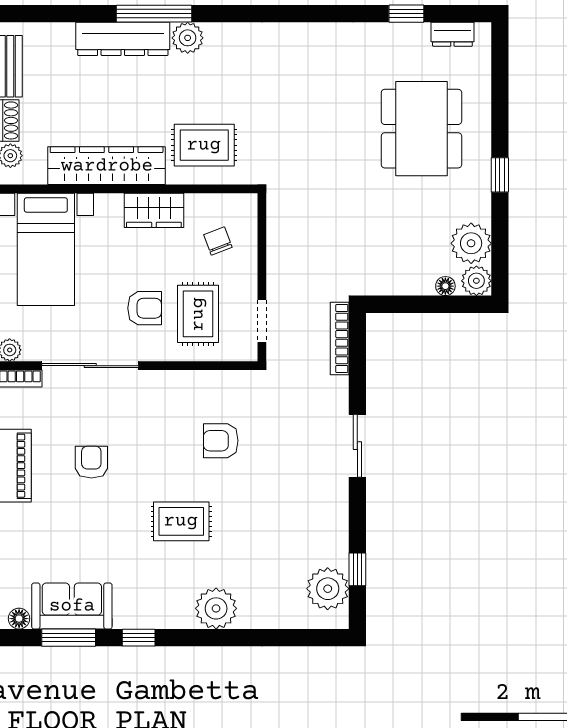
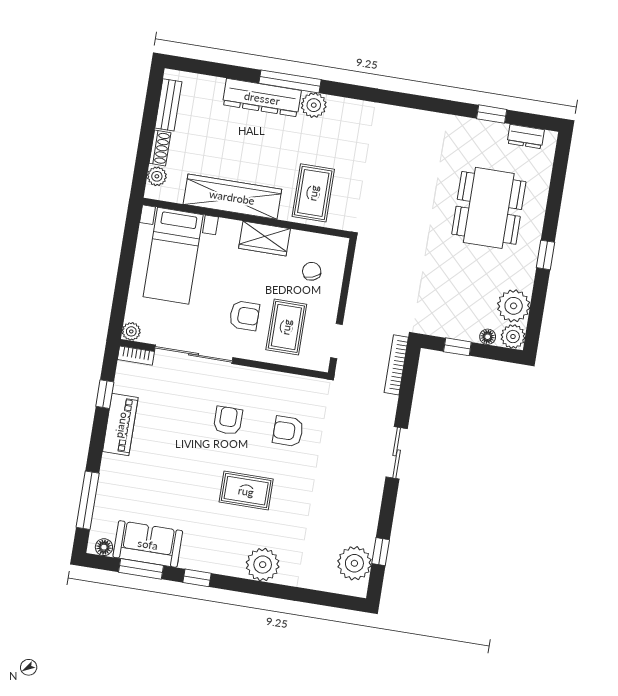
rug: (204, 145) -> (313, 193), turned 90
window: (411, 304) -> (457, 347), added
armchair: (91, 462) -> (228, 421), moved

